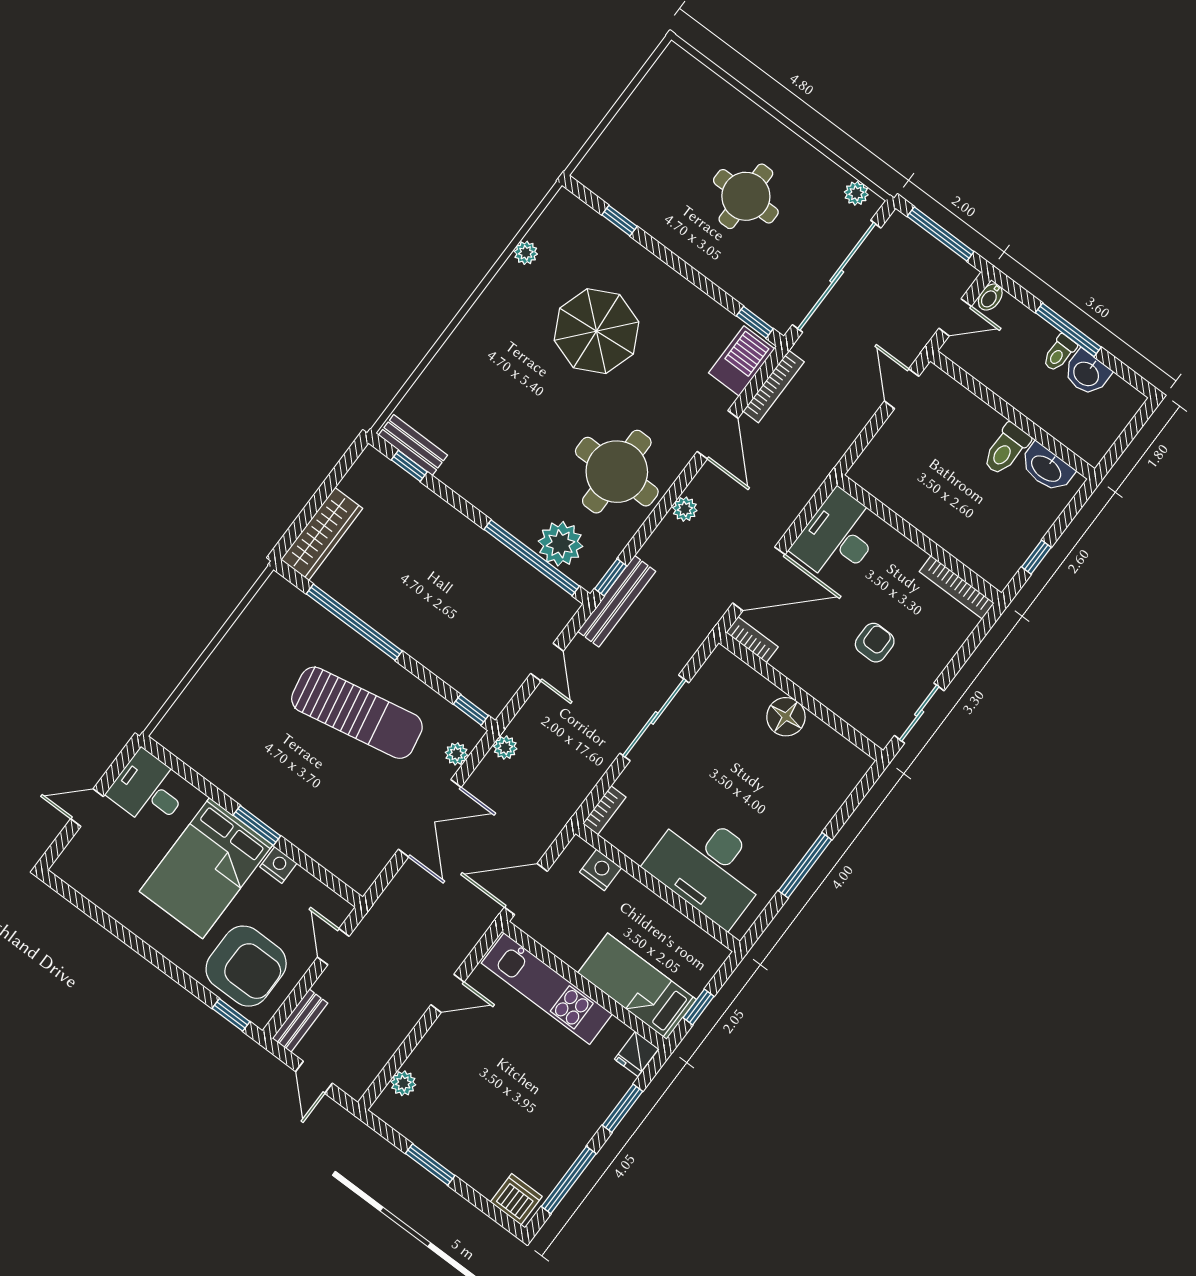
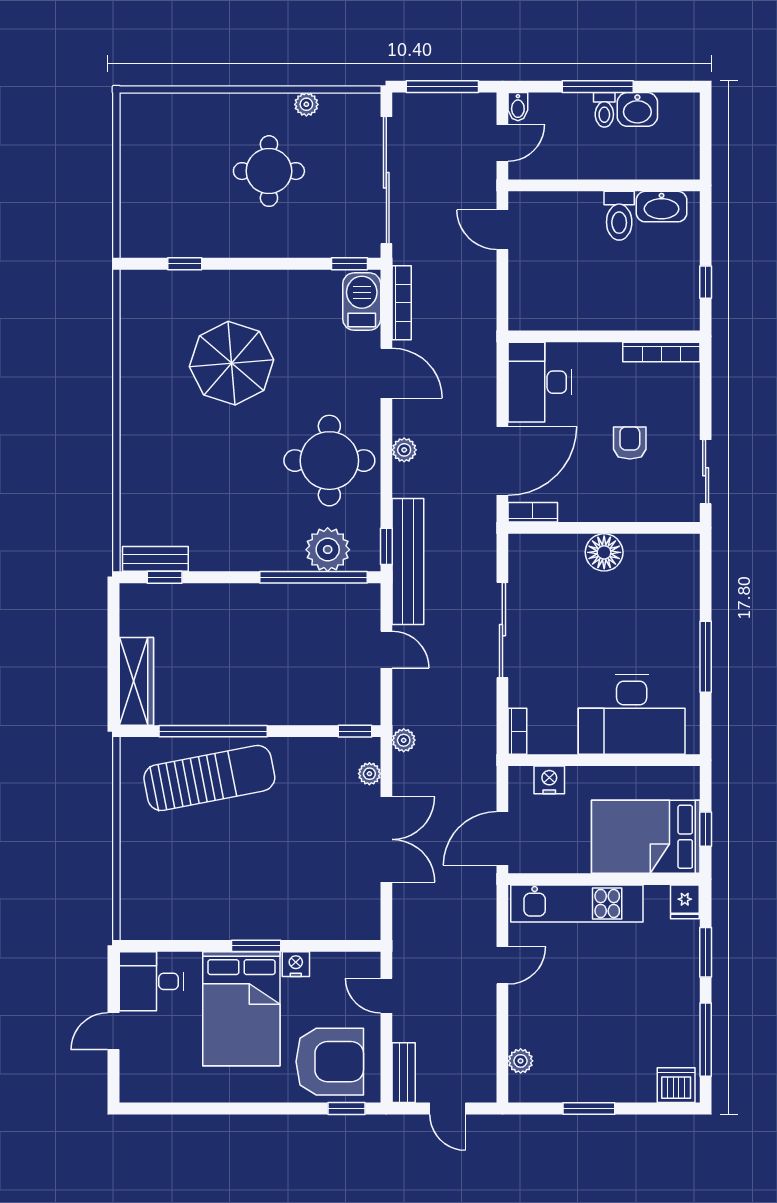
plant: (856, 193) -> (306, 104), moved
plant: (526, 253) -> (131, 343), removed
bench: (617, 601) -> (408, 561), width x1.37, depth x1.21
sun lounger: (357, 713) -> (209, 778), moved
bed: (637, 986) -> (646, 837), width x1.50

